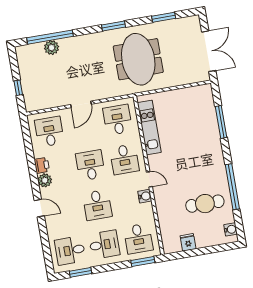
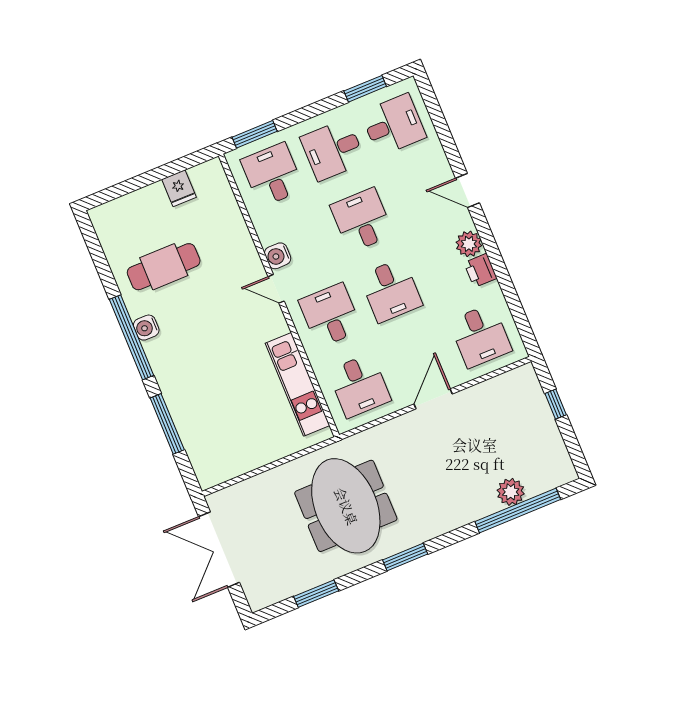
window: (232, 187) -> (132, 337), moved
water cooler: (231, 229) -> (146, 328), moved

